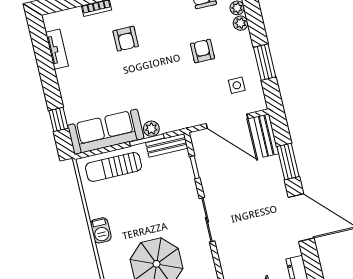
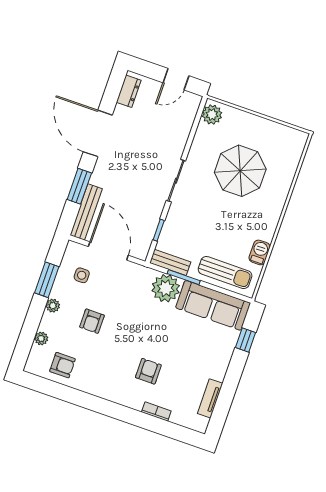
plant: (241, 23) -> (53, 306), moved
plant: (151, 129) -> (166, 288), width x1.88, depth x1.88
bench: (266, 136) -> (86, 212), width x1.36
barbecue: (101, 230) -> (260, 252), moved

